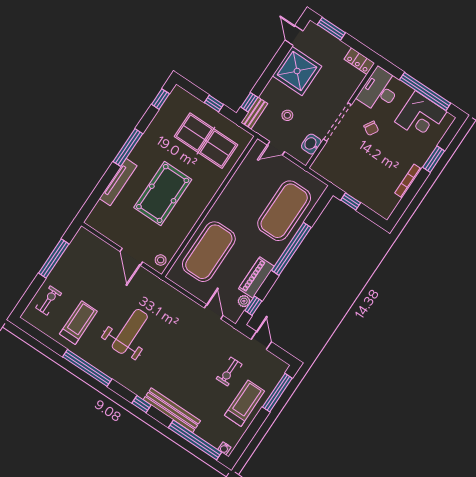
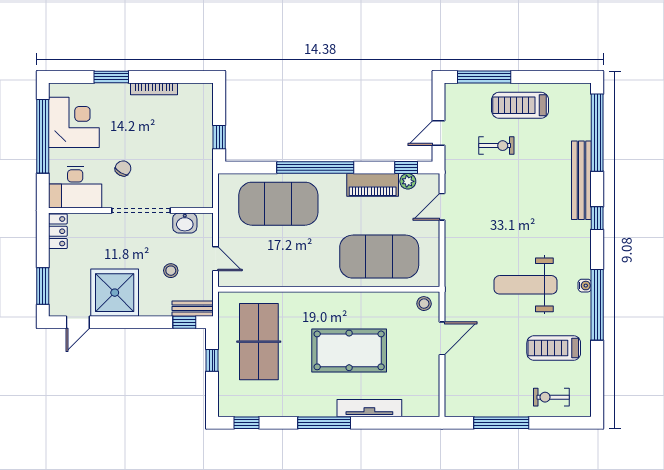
water cooler: (224, 448) -> (585, 286), moved

